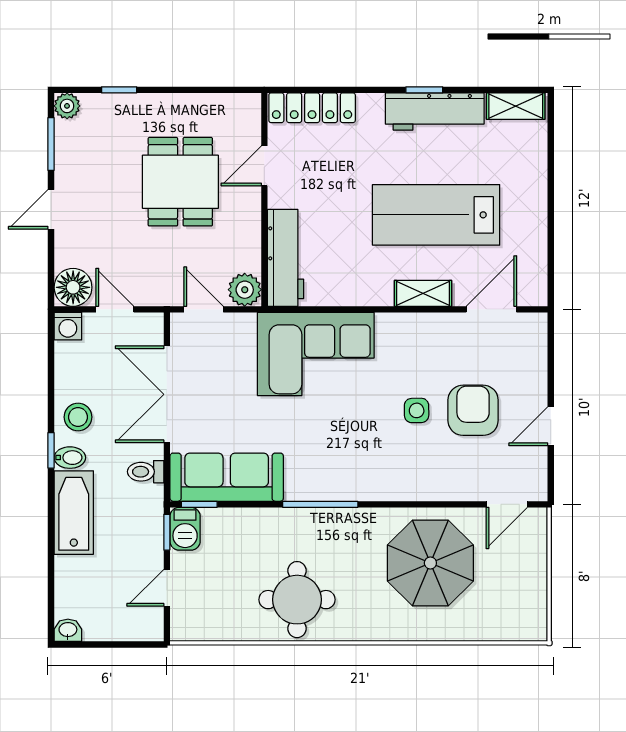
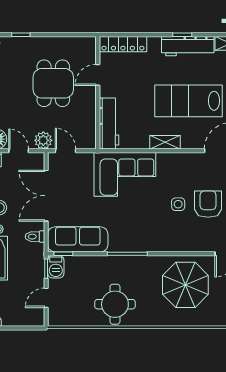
plant: (245, 290) -> (43, 140), moved
shelving: (423, 293) -> (165, 142), moved

